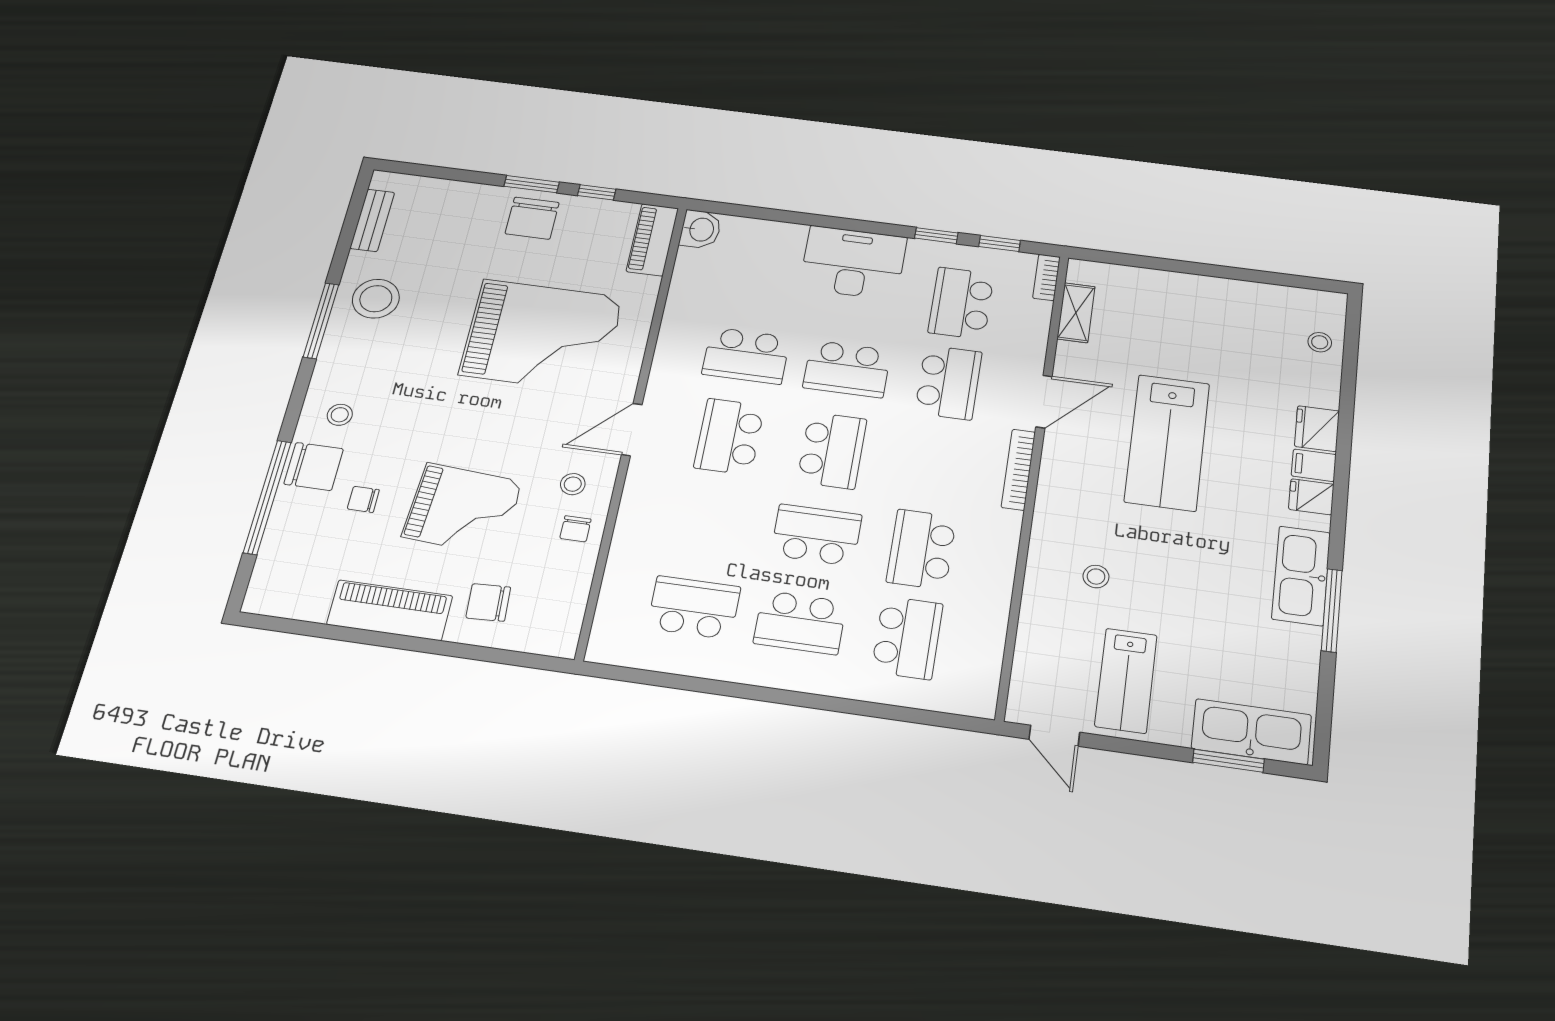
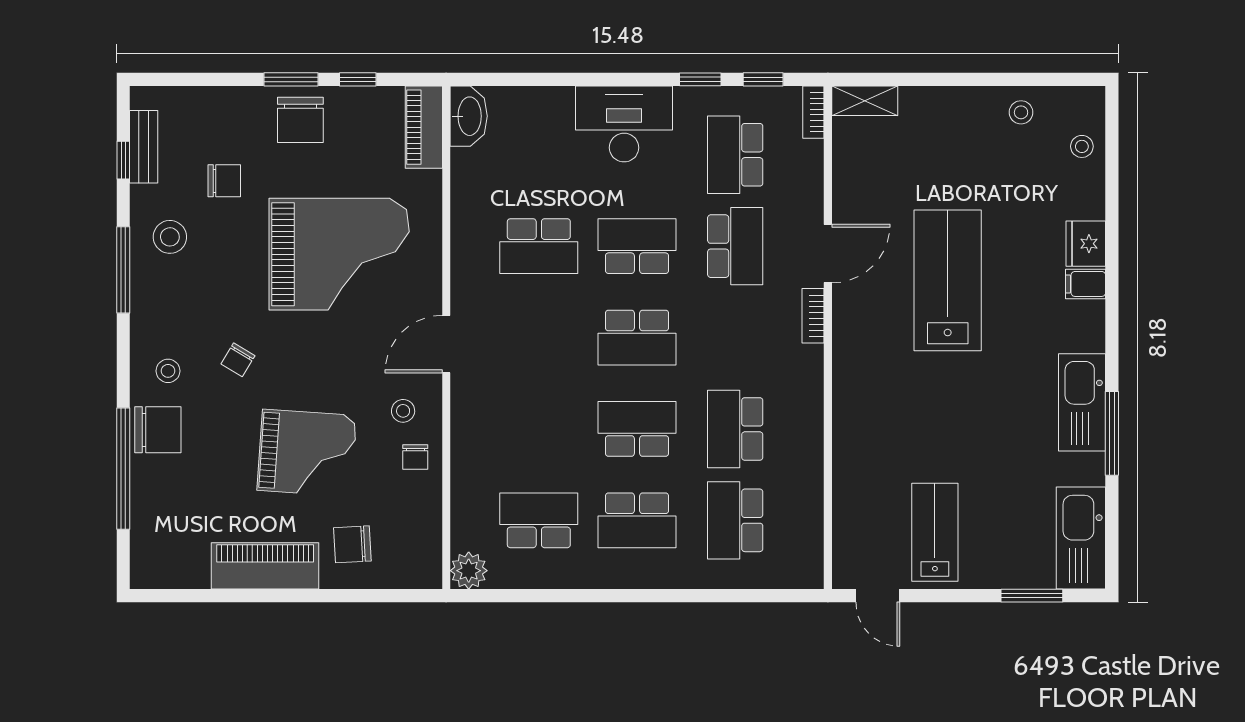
window: (349, 229) -> (123, 160), added
washbasin: (701, 229) -> (469, 116), width x1.38
chair: (443, 259) -> (224, 181), added
stool: (376, 299) -> (170, 237), width x0.73, depth x0.73
shelving: (1076, 313) -> (865, 101), moved, turned 90
school desk: (847, 369) -> (637, 246), turned 180
school desk: (729, 437) -> (539, 338), removed
lab bench: (1167, 442) -> (948, 280), turned 180
school desk: (832, 450) -> (637, 338), turned 90
bookcase: (1018, 470) -> (813, 316), width x0.64
fridge: (1311, 497) -> (1086, 318), removed
chair: (363, 499) -> (238, 360), moved, turned -59
stool: (1096, 577) -> (1021, 112), moved
school desk: (907, 638) -> (735, 520), turned 180
plant: (607, 646) -> (469, 571), added
lab bench: (1126, 681) -> (935, 532), turned 180
kitchen sink: (1251, 732) -> (1081, 538), moved, turned -90

